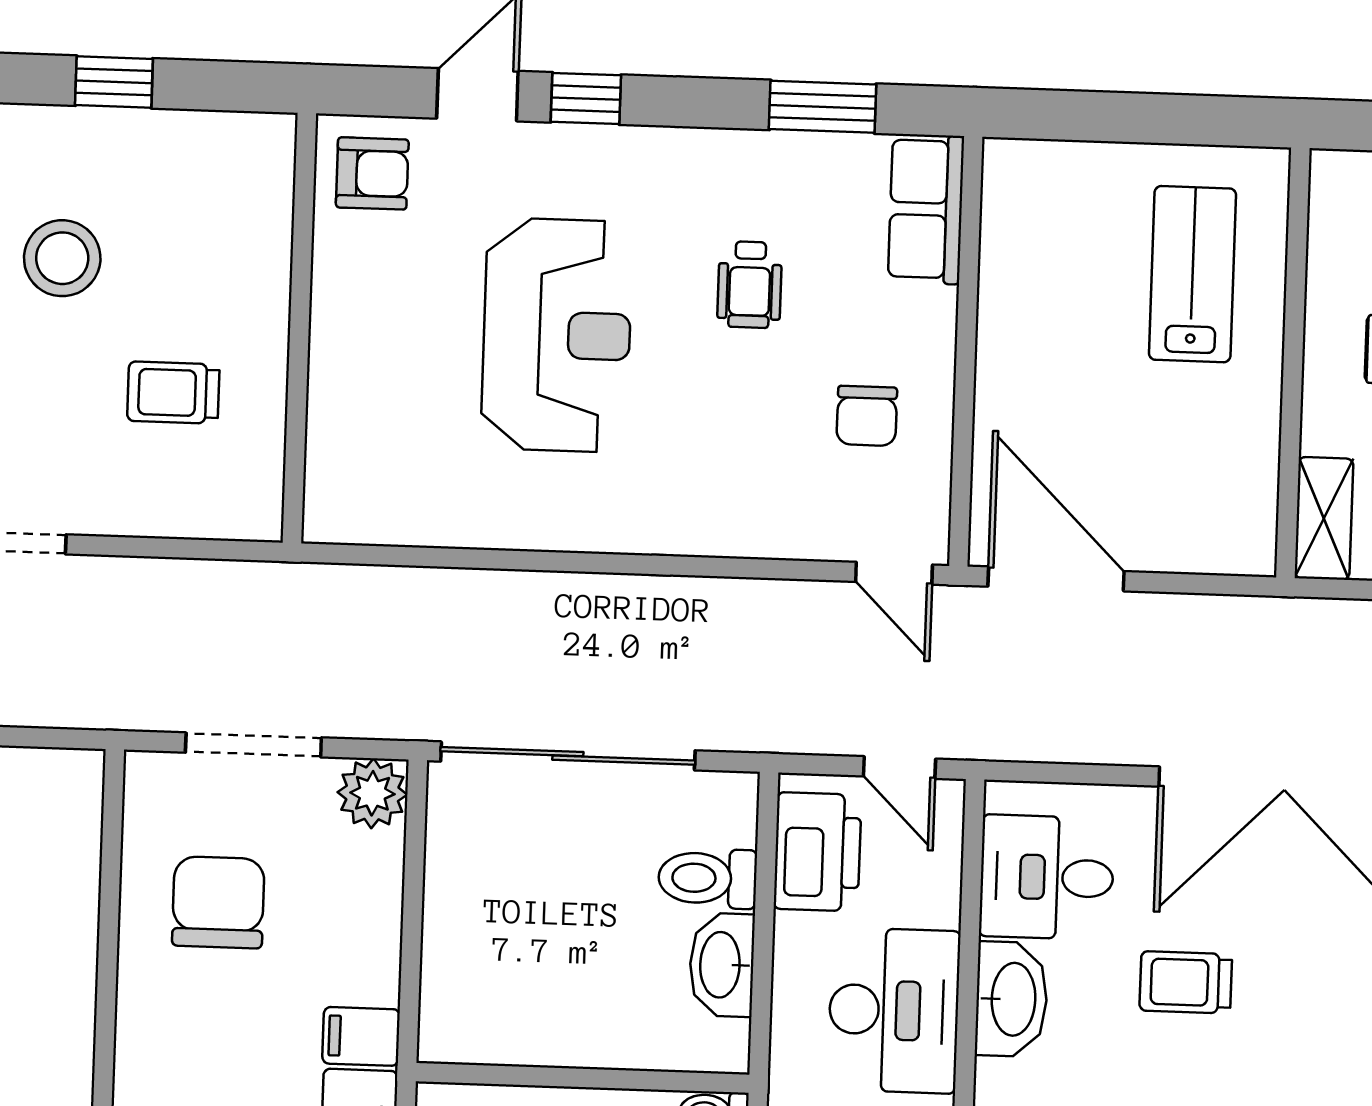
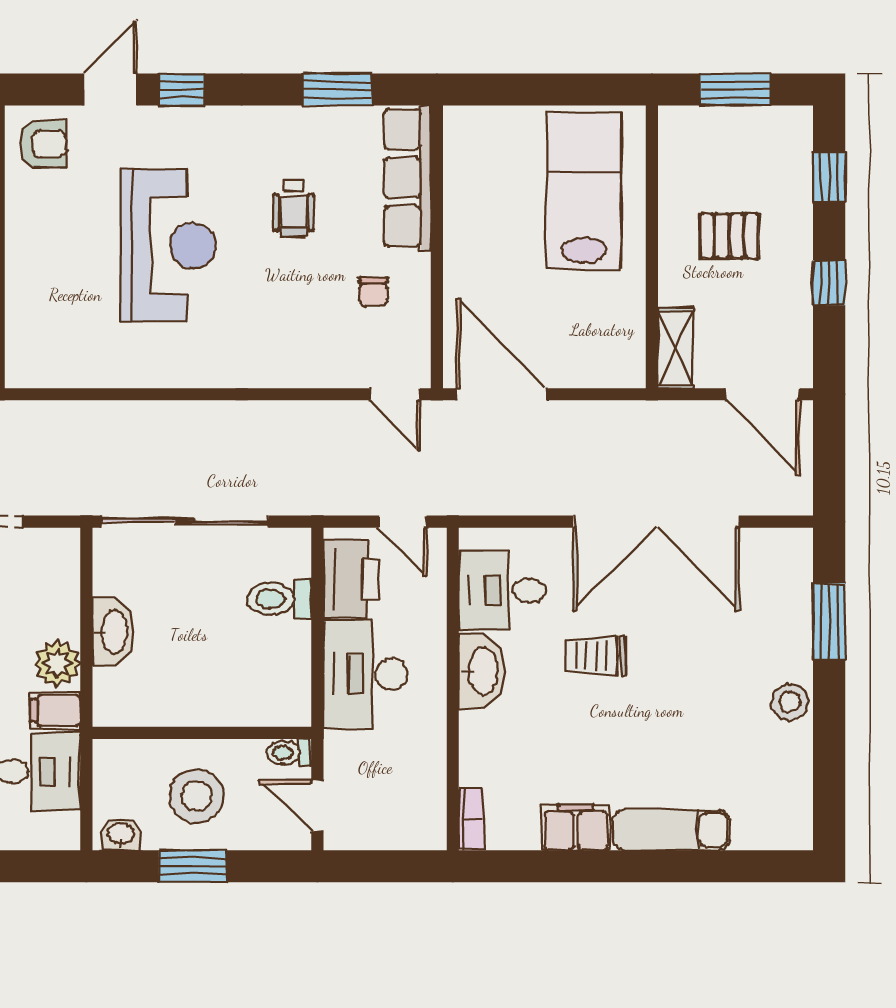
row of seats: (926, 209) -> (407, 178), width x1.48
lab bench: (1192, 274) -> (584, 191), width x1.36, depth x1.39
chair: (867, 416) -> (373, 292), width x0.73, depth x0.73
plant: (372, 793) -> (57, 663), moved
washbasin: (722, 965) -> (113, 632), moved, turned 180
desk: (894, 1010) -> (365, 674), moved, turned 180

